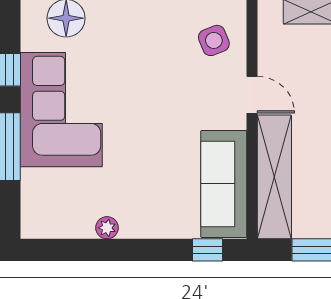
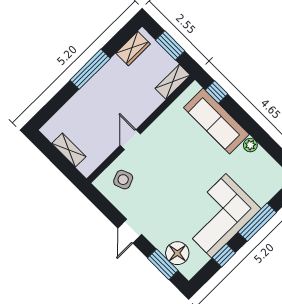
shelving: (274, 177) -> (173, 82), width x0.45, depth x0.75
sofa: (224, 184) -> (216, 121), moved, turned 90

